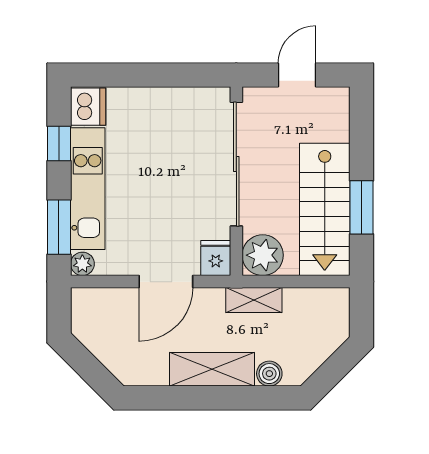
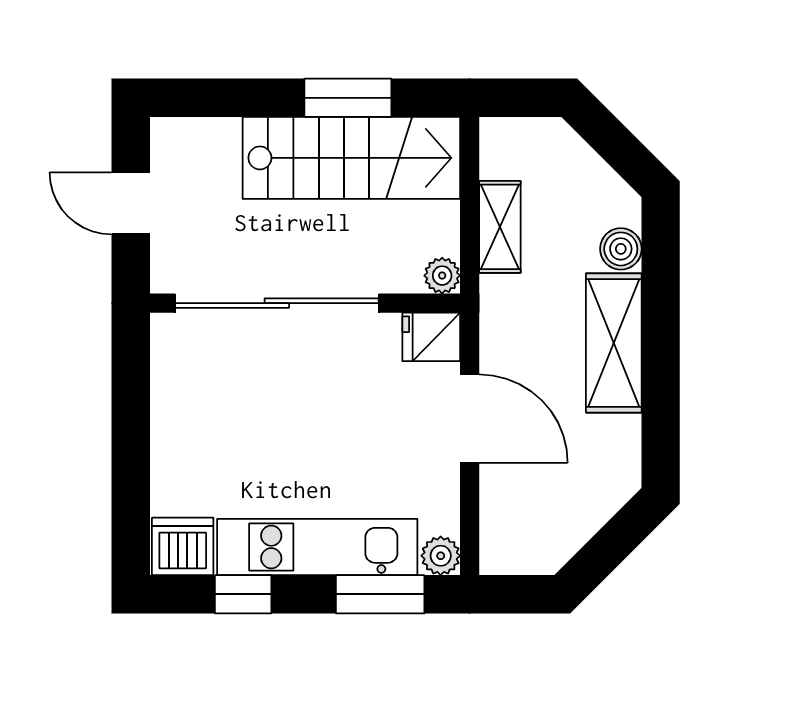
plant: (263, 255) -> (442, 276), width x0.53, depth x0.53
shelving: (254, 300) -> (500, 227), moved

